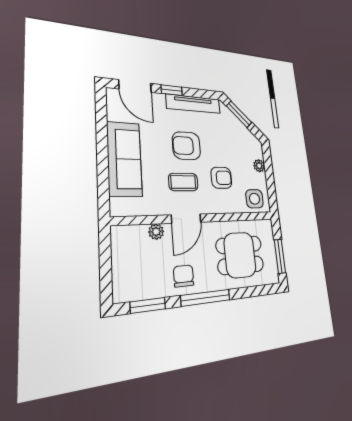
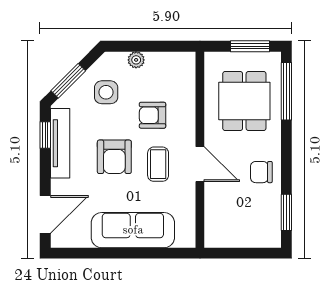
window: (172, 90) -> (45, 135), moved
armchair: (221, 178) -> (153, 115), turned -90
side table: (255, 199) -> (106, 92), moved
plant: (156, 232) -> (213, 199), removed
window: (206, 298) -> (286, 91), moved

